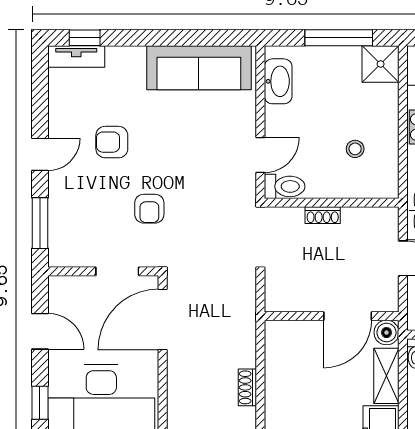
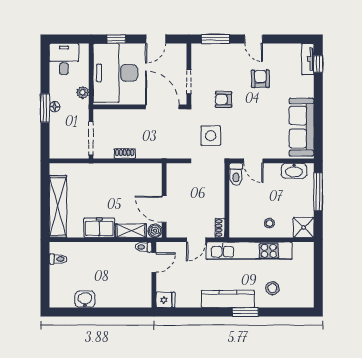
window: (339, 38) -> (318, 192), moved
stool: (355, 149) -> (269, 223), moved
shoe rack: (323, 215) -> (220, 228), moved
side table: (215, 232) -> (211, 136), added

